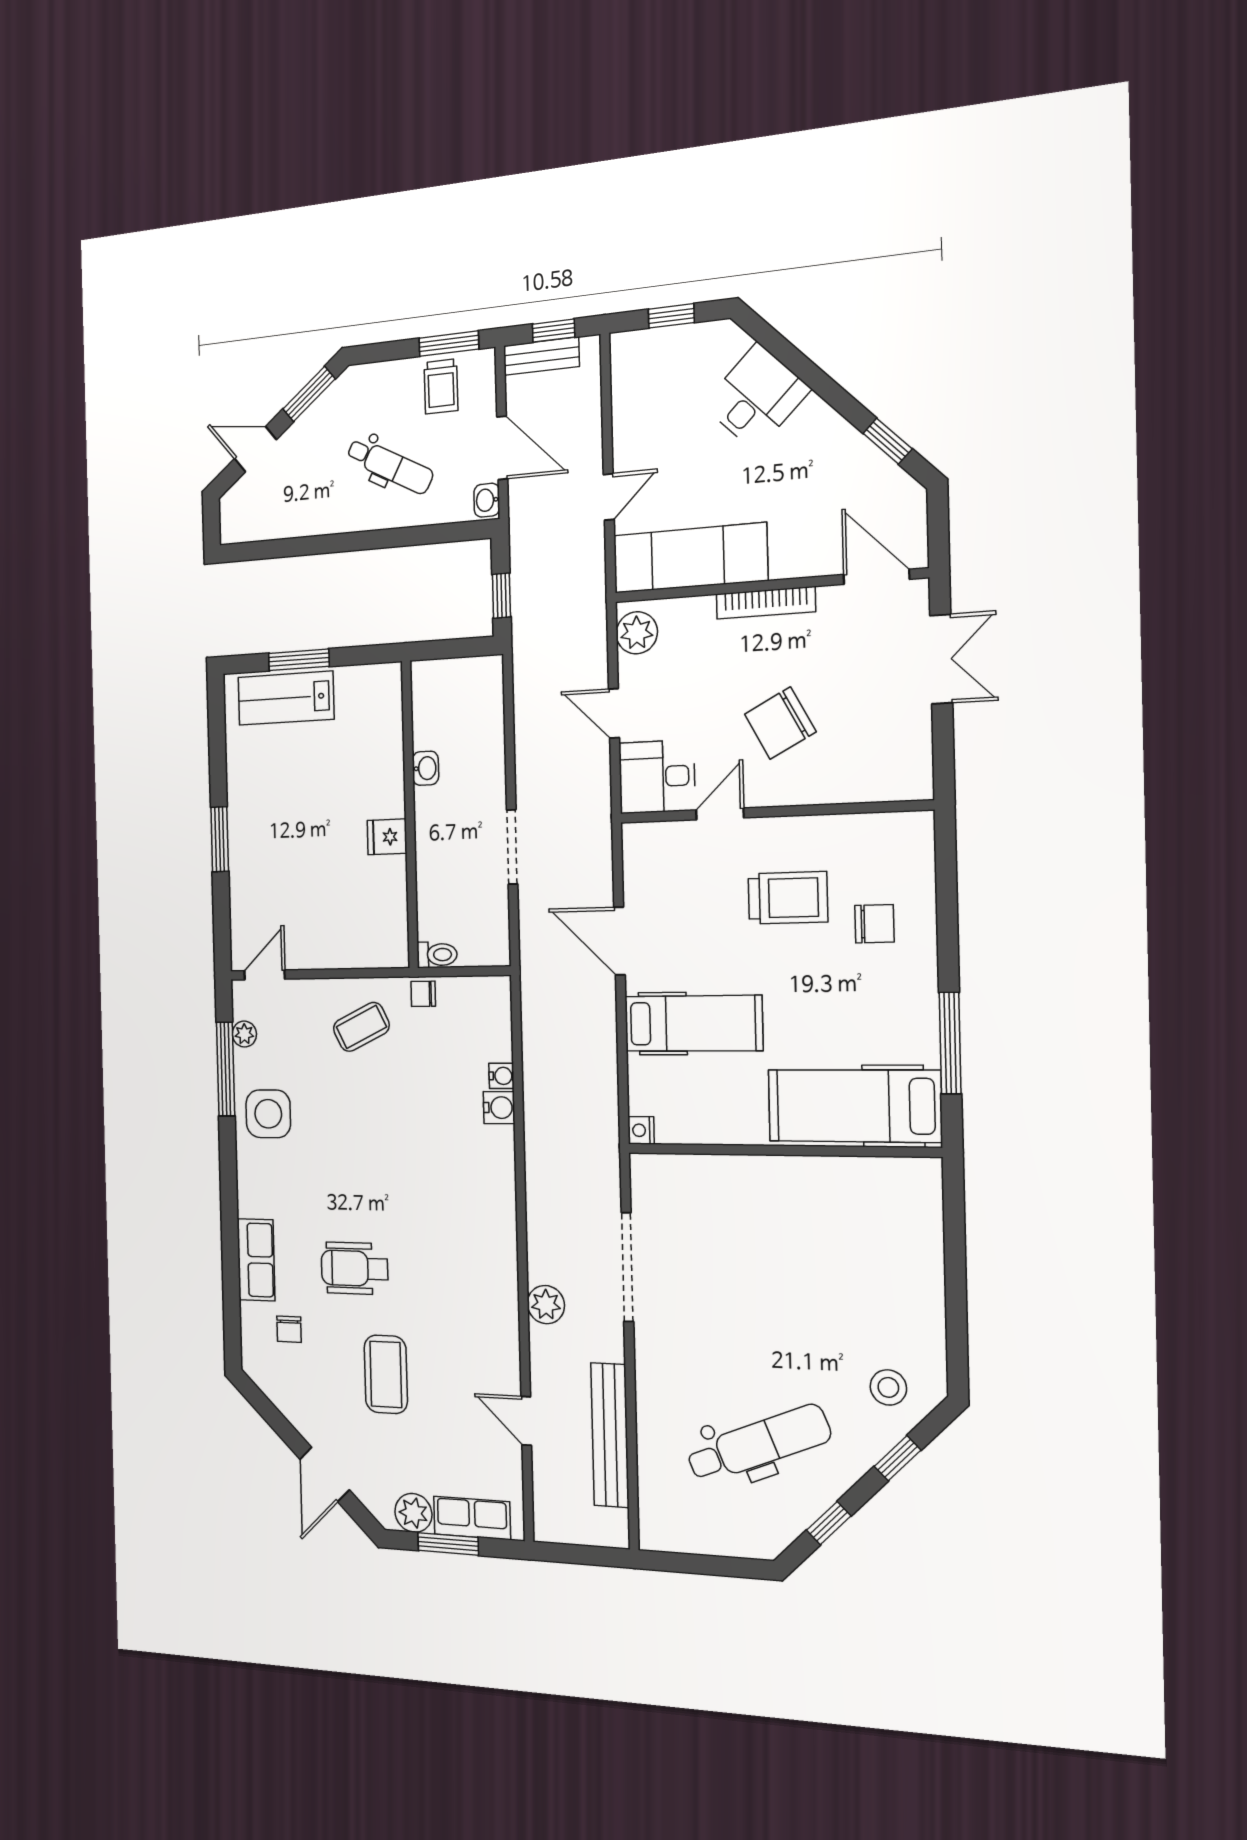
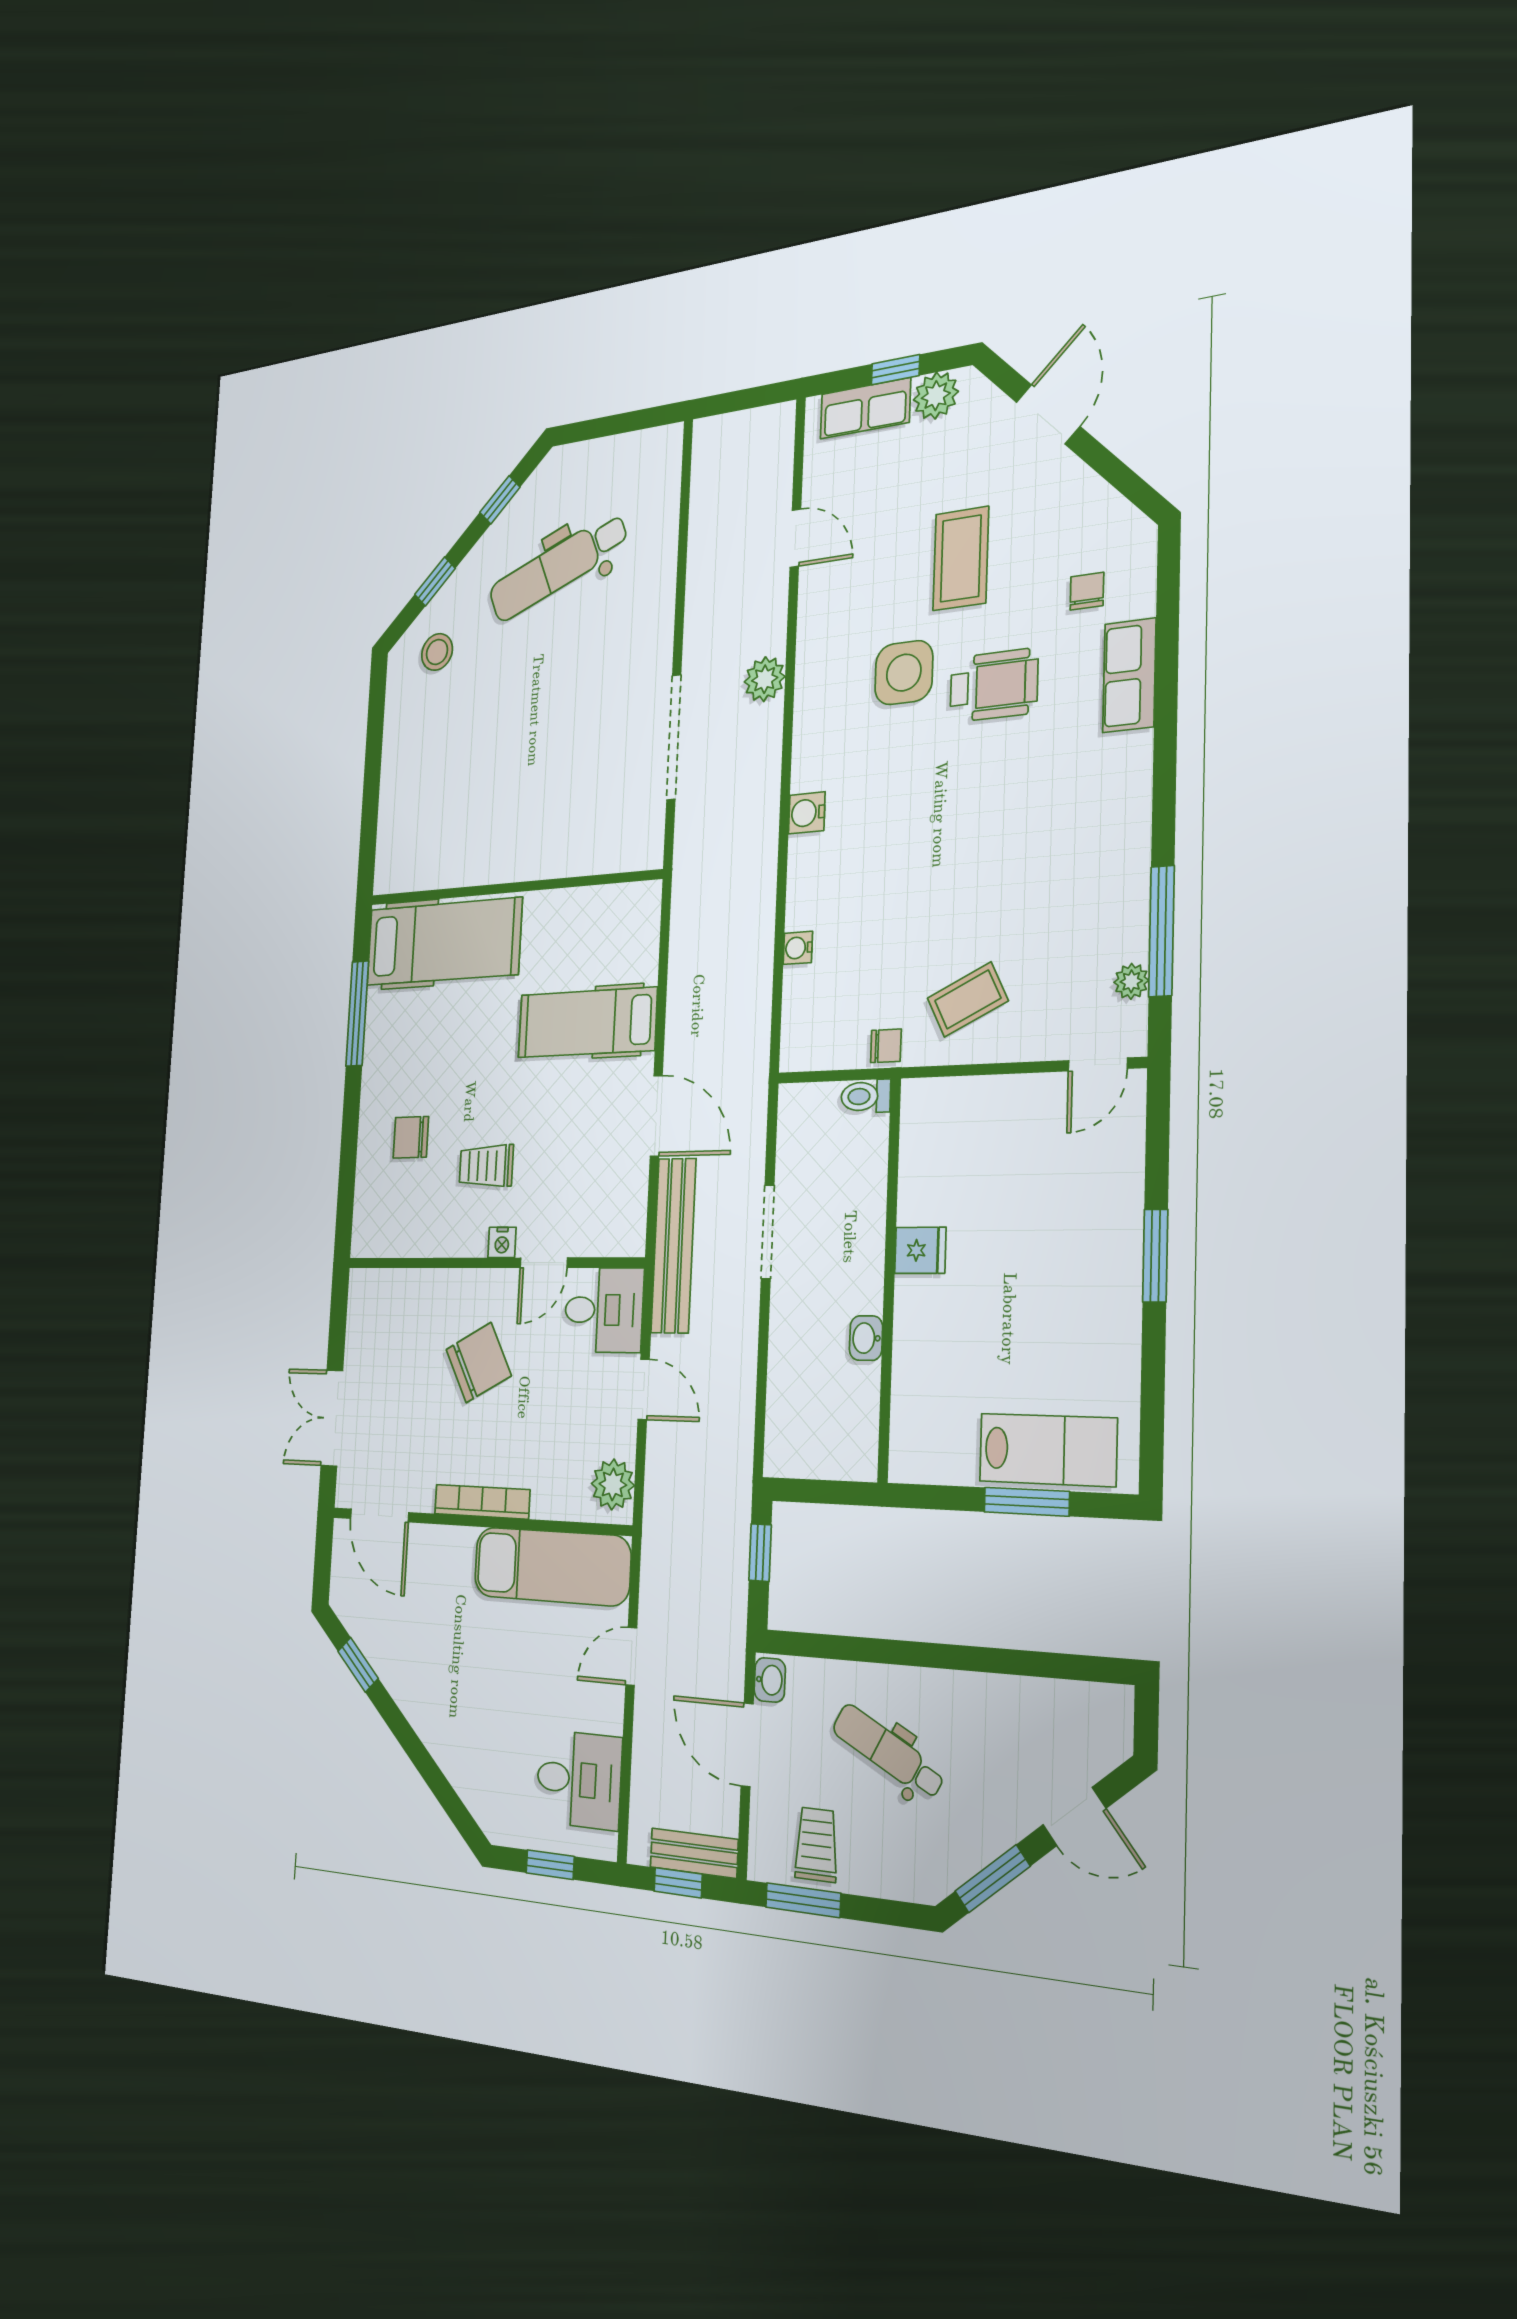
desk: (756, 397) -> (579, 1780), moved, turned -135
trolley: (788, 898) -> (486, 1166), width x0.73, depth x0.72
water cooler: (499, 1108) -> (807, 813), moved
side table: (268, 1114) -> (904, 673), moved
nightstand: (641, 1130) -> (502, 1242), moved, turned 90
bench: (610, 1435) -> (673, 1245), moved
window: (448, 1544) -> (896, 370), width x0.67

